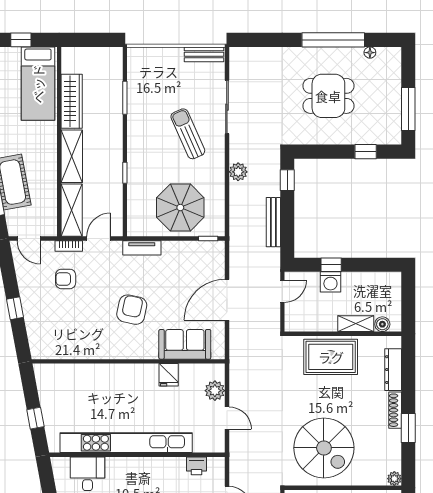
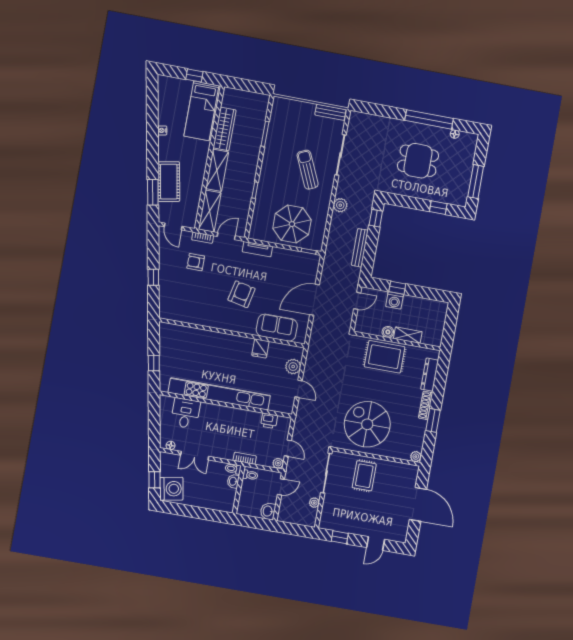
boiler: (382, 324) -> (388, 332), moved
spiral stairs: (324, 448) -> (367, 424), turned 180

